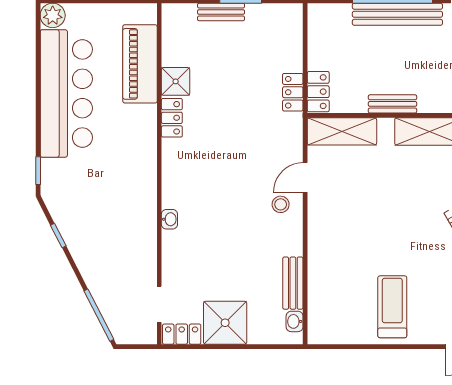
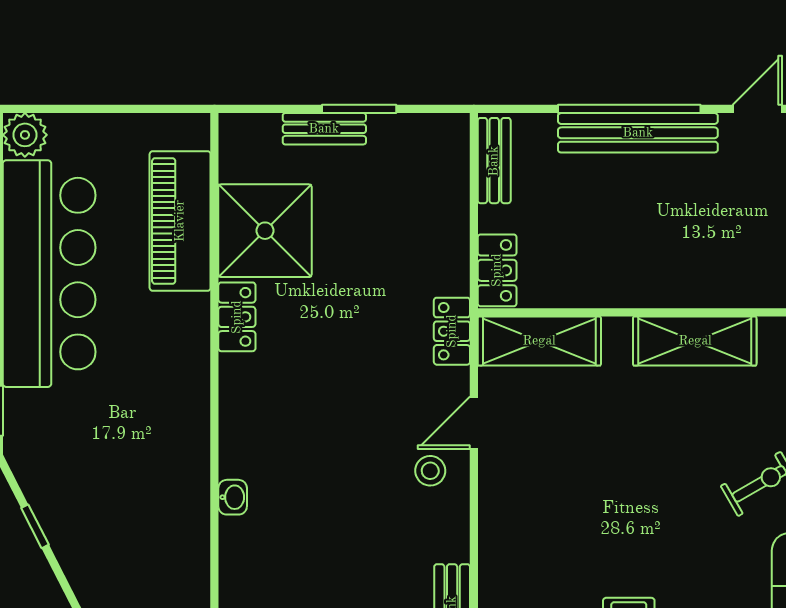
shower: (176, 81) -> (265, 231), width x1.86, depth x1.86
locker: (293, 92) -> (452, 331), moved
bench: (392, 104) -> (494, 161), moved, turned 90

